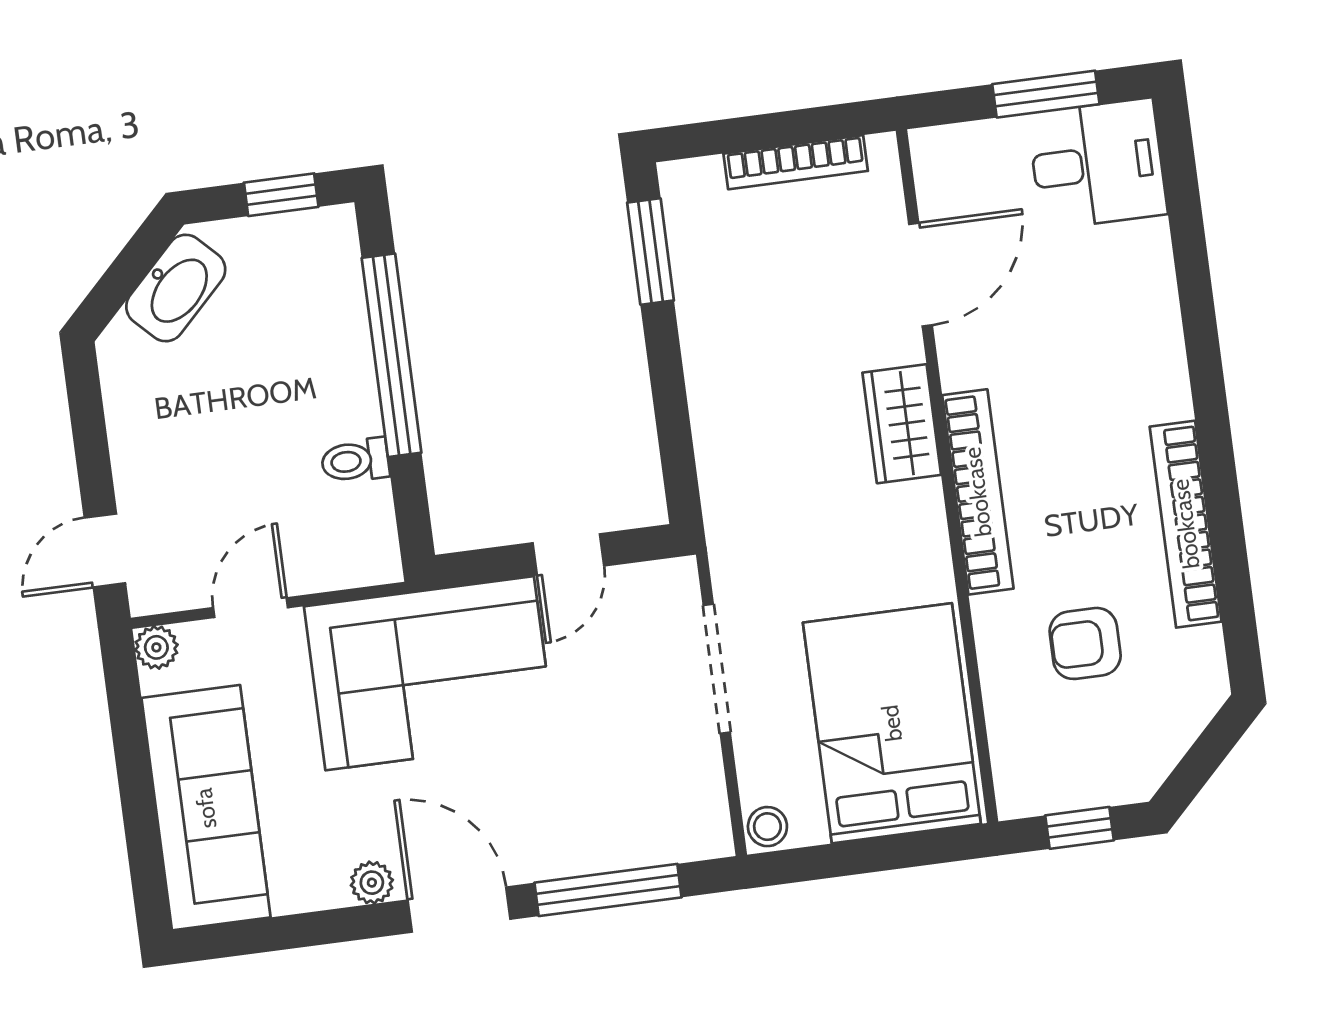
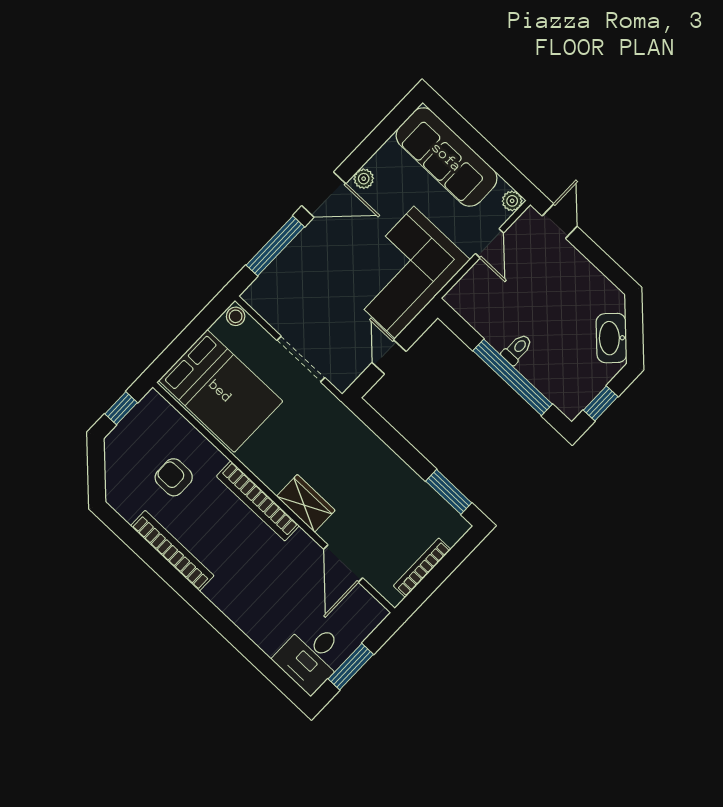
toilet: (355, 461) -> (517, 349), moved
armchair: (1085, 643) -> (174, 477), turned -90

